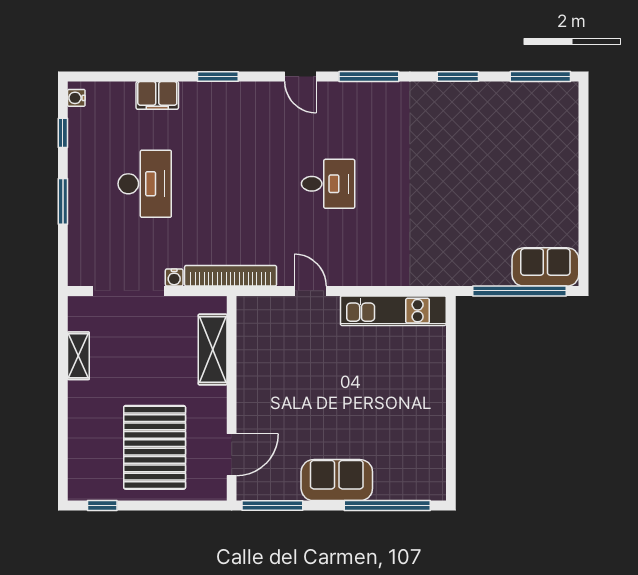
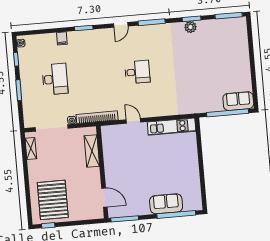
door: (300, 77) -> (121, 25), hinge flipped
plant: (454, 94) -> (190, 27), added
filing cabinet: (157, 95) -> (62, 38), width x0.50
shelving: (78, 356) -> (31, 149), moved
pallet: (155, 447) -> (53, 200), moved
door: (232, 455) -> (104, 198), hinge flipped
sofa: (337, 480) -> (166, 204), moved

